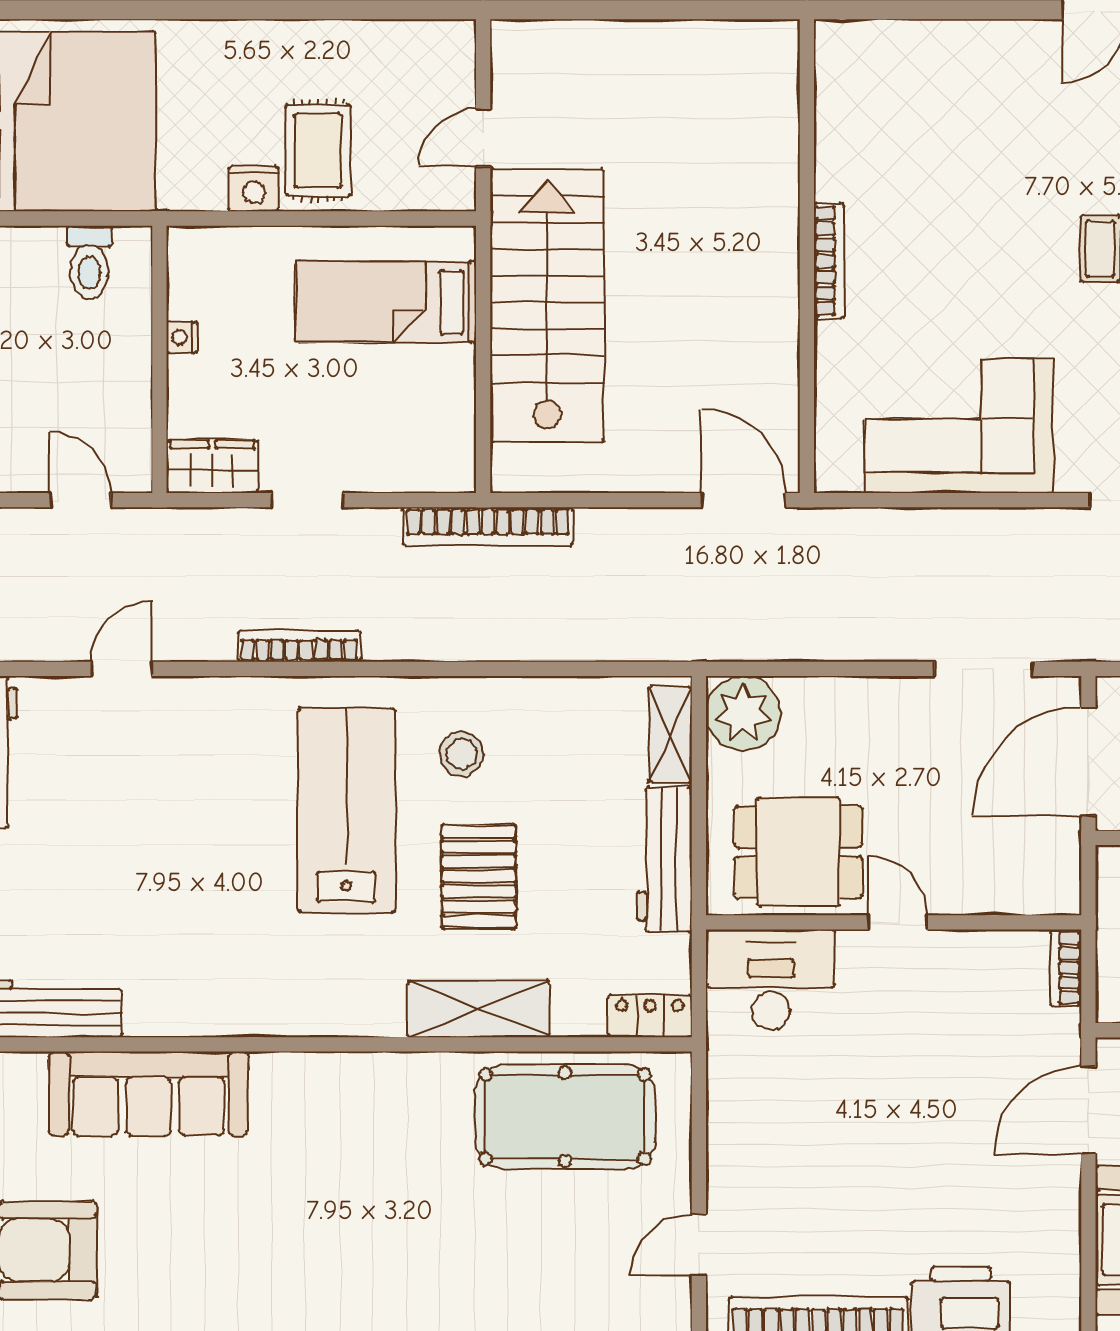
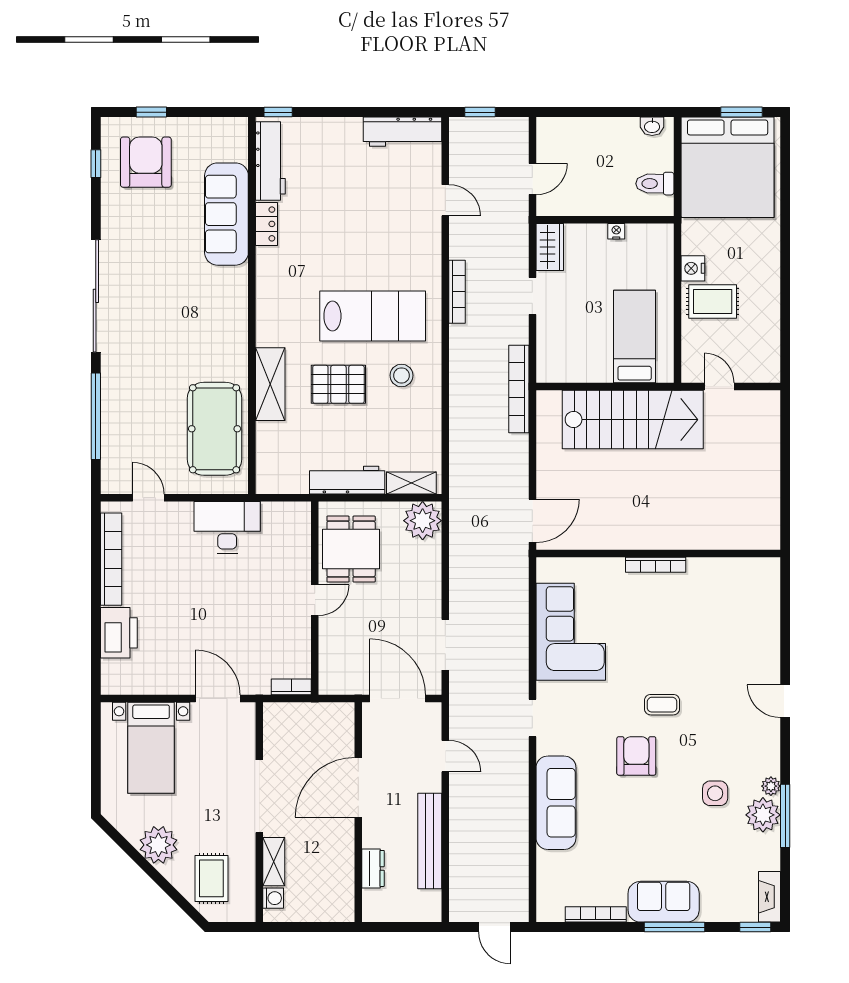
desk: (771, 980) -> (227, 527), moved, turned -90
locker: (650, 1016) -> (266, 224), moved

